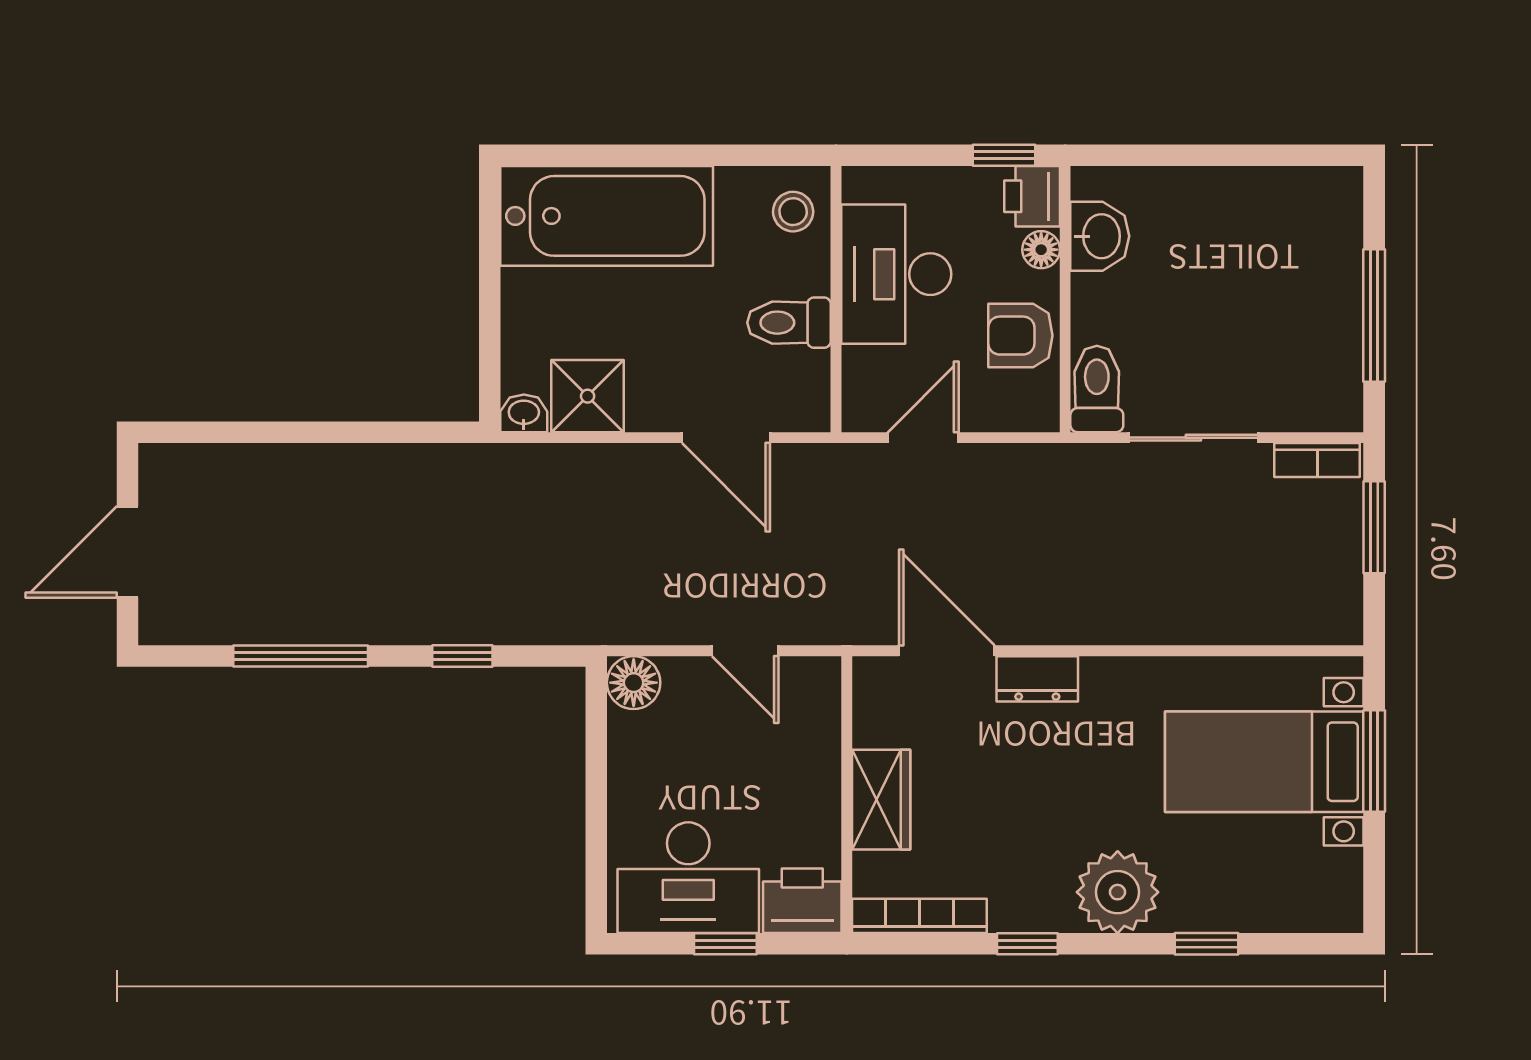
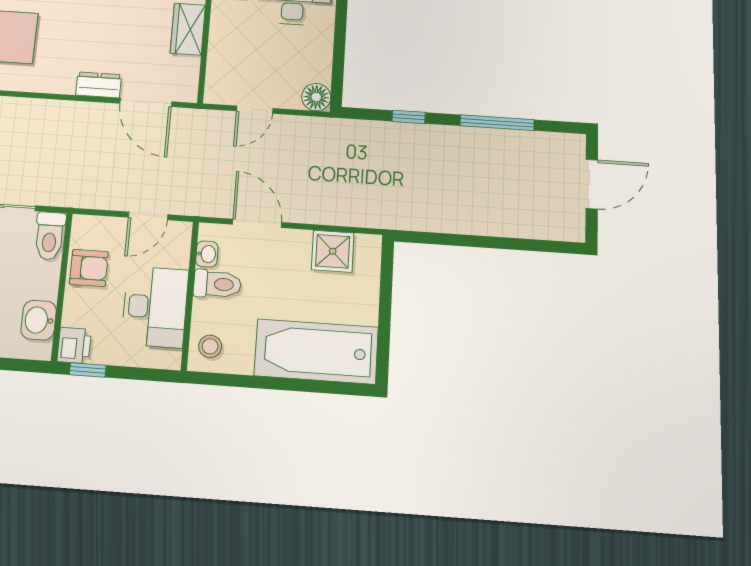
floor lamp: (1041, 250) -> (72, 315), removed
washbasin: (524, 413) -> (207, 254), moved, turned -90
door: (745, 651) -> (255, 110), swing flipped

